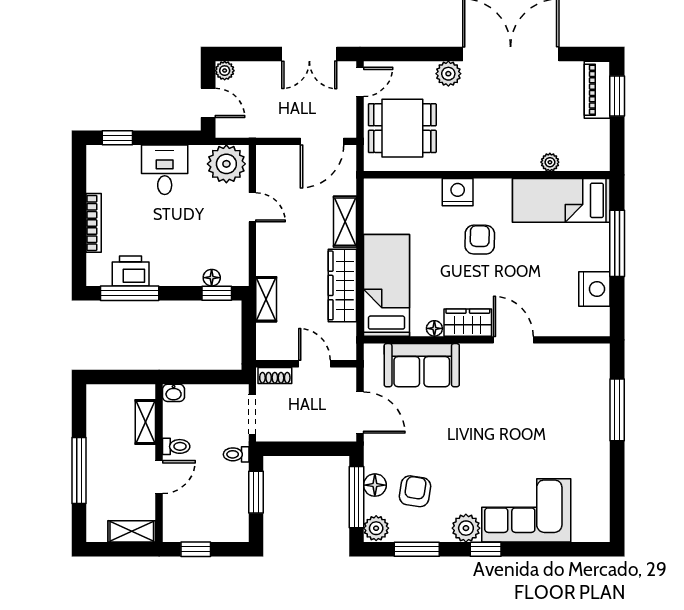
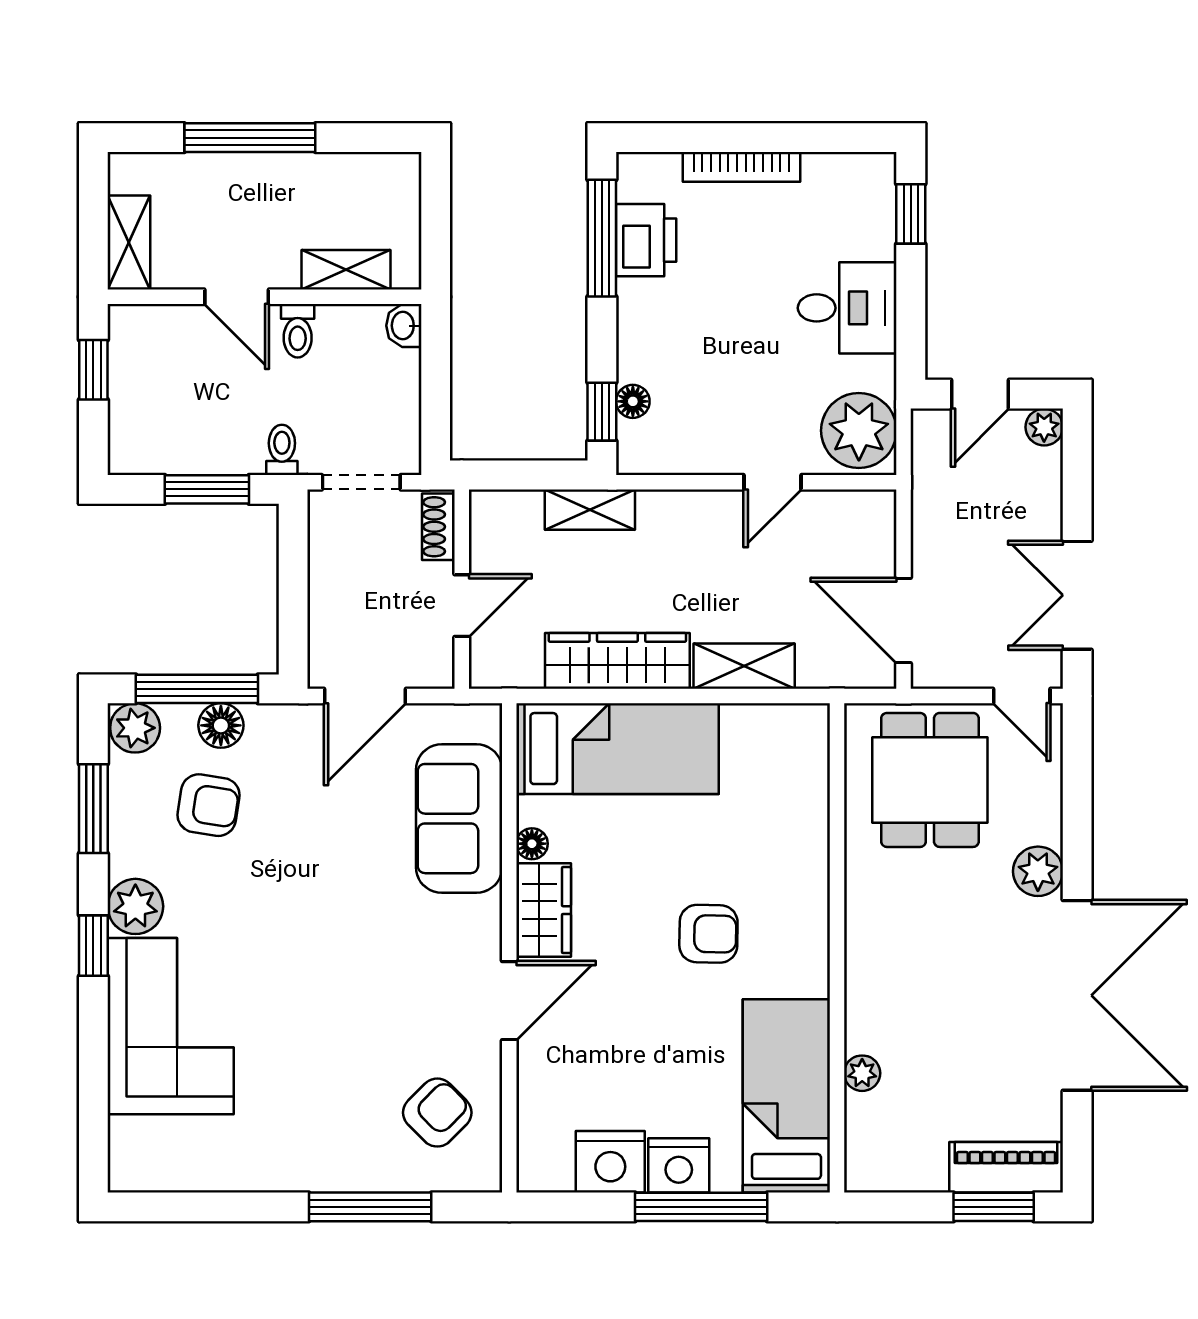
nightstand: (458, 192) -> (679, 1165), moved, turned 90
armchair: (570, 376) -> (437, 1113), added

